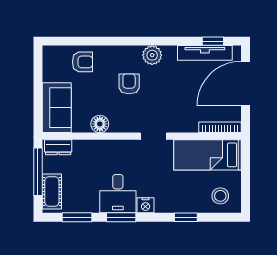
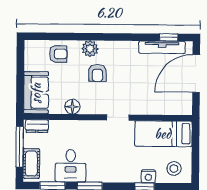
plant: (152, 55) -> (90, 49), moved
armchair: (129, 84) -> (97, 73), turned 180
bookcase: (220, 127) -> (174, 110), removed
desk: (118, 194) -> (71, 166), moved
nightstand: (145, 205) -> (148, 176), moved

